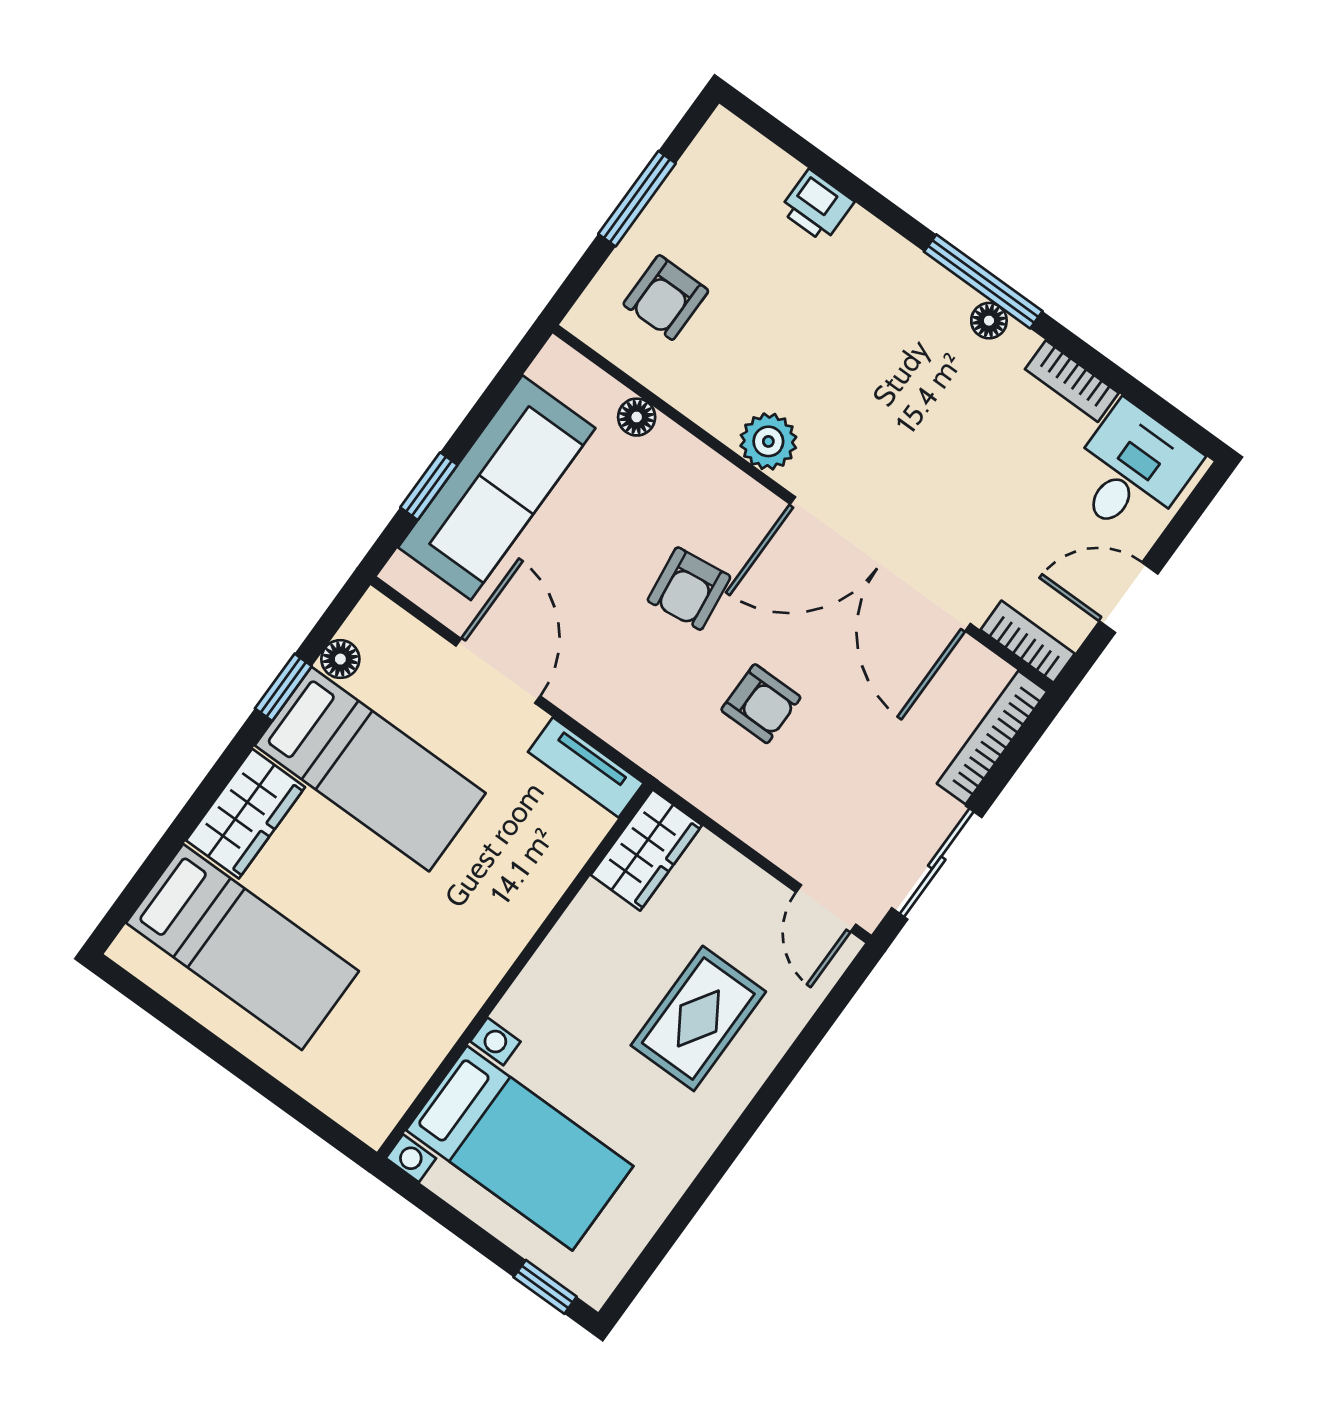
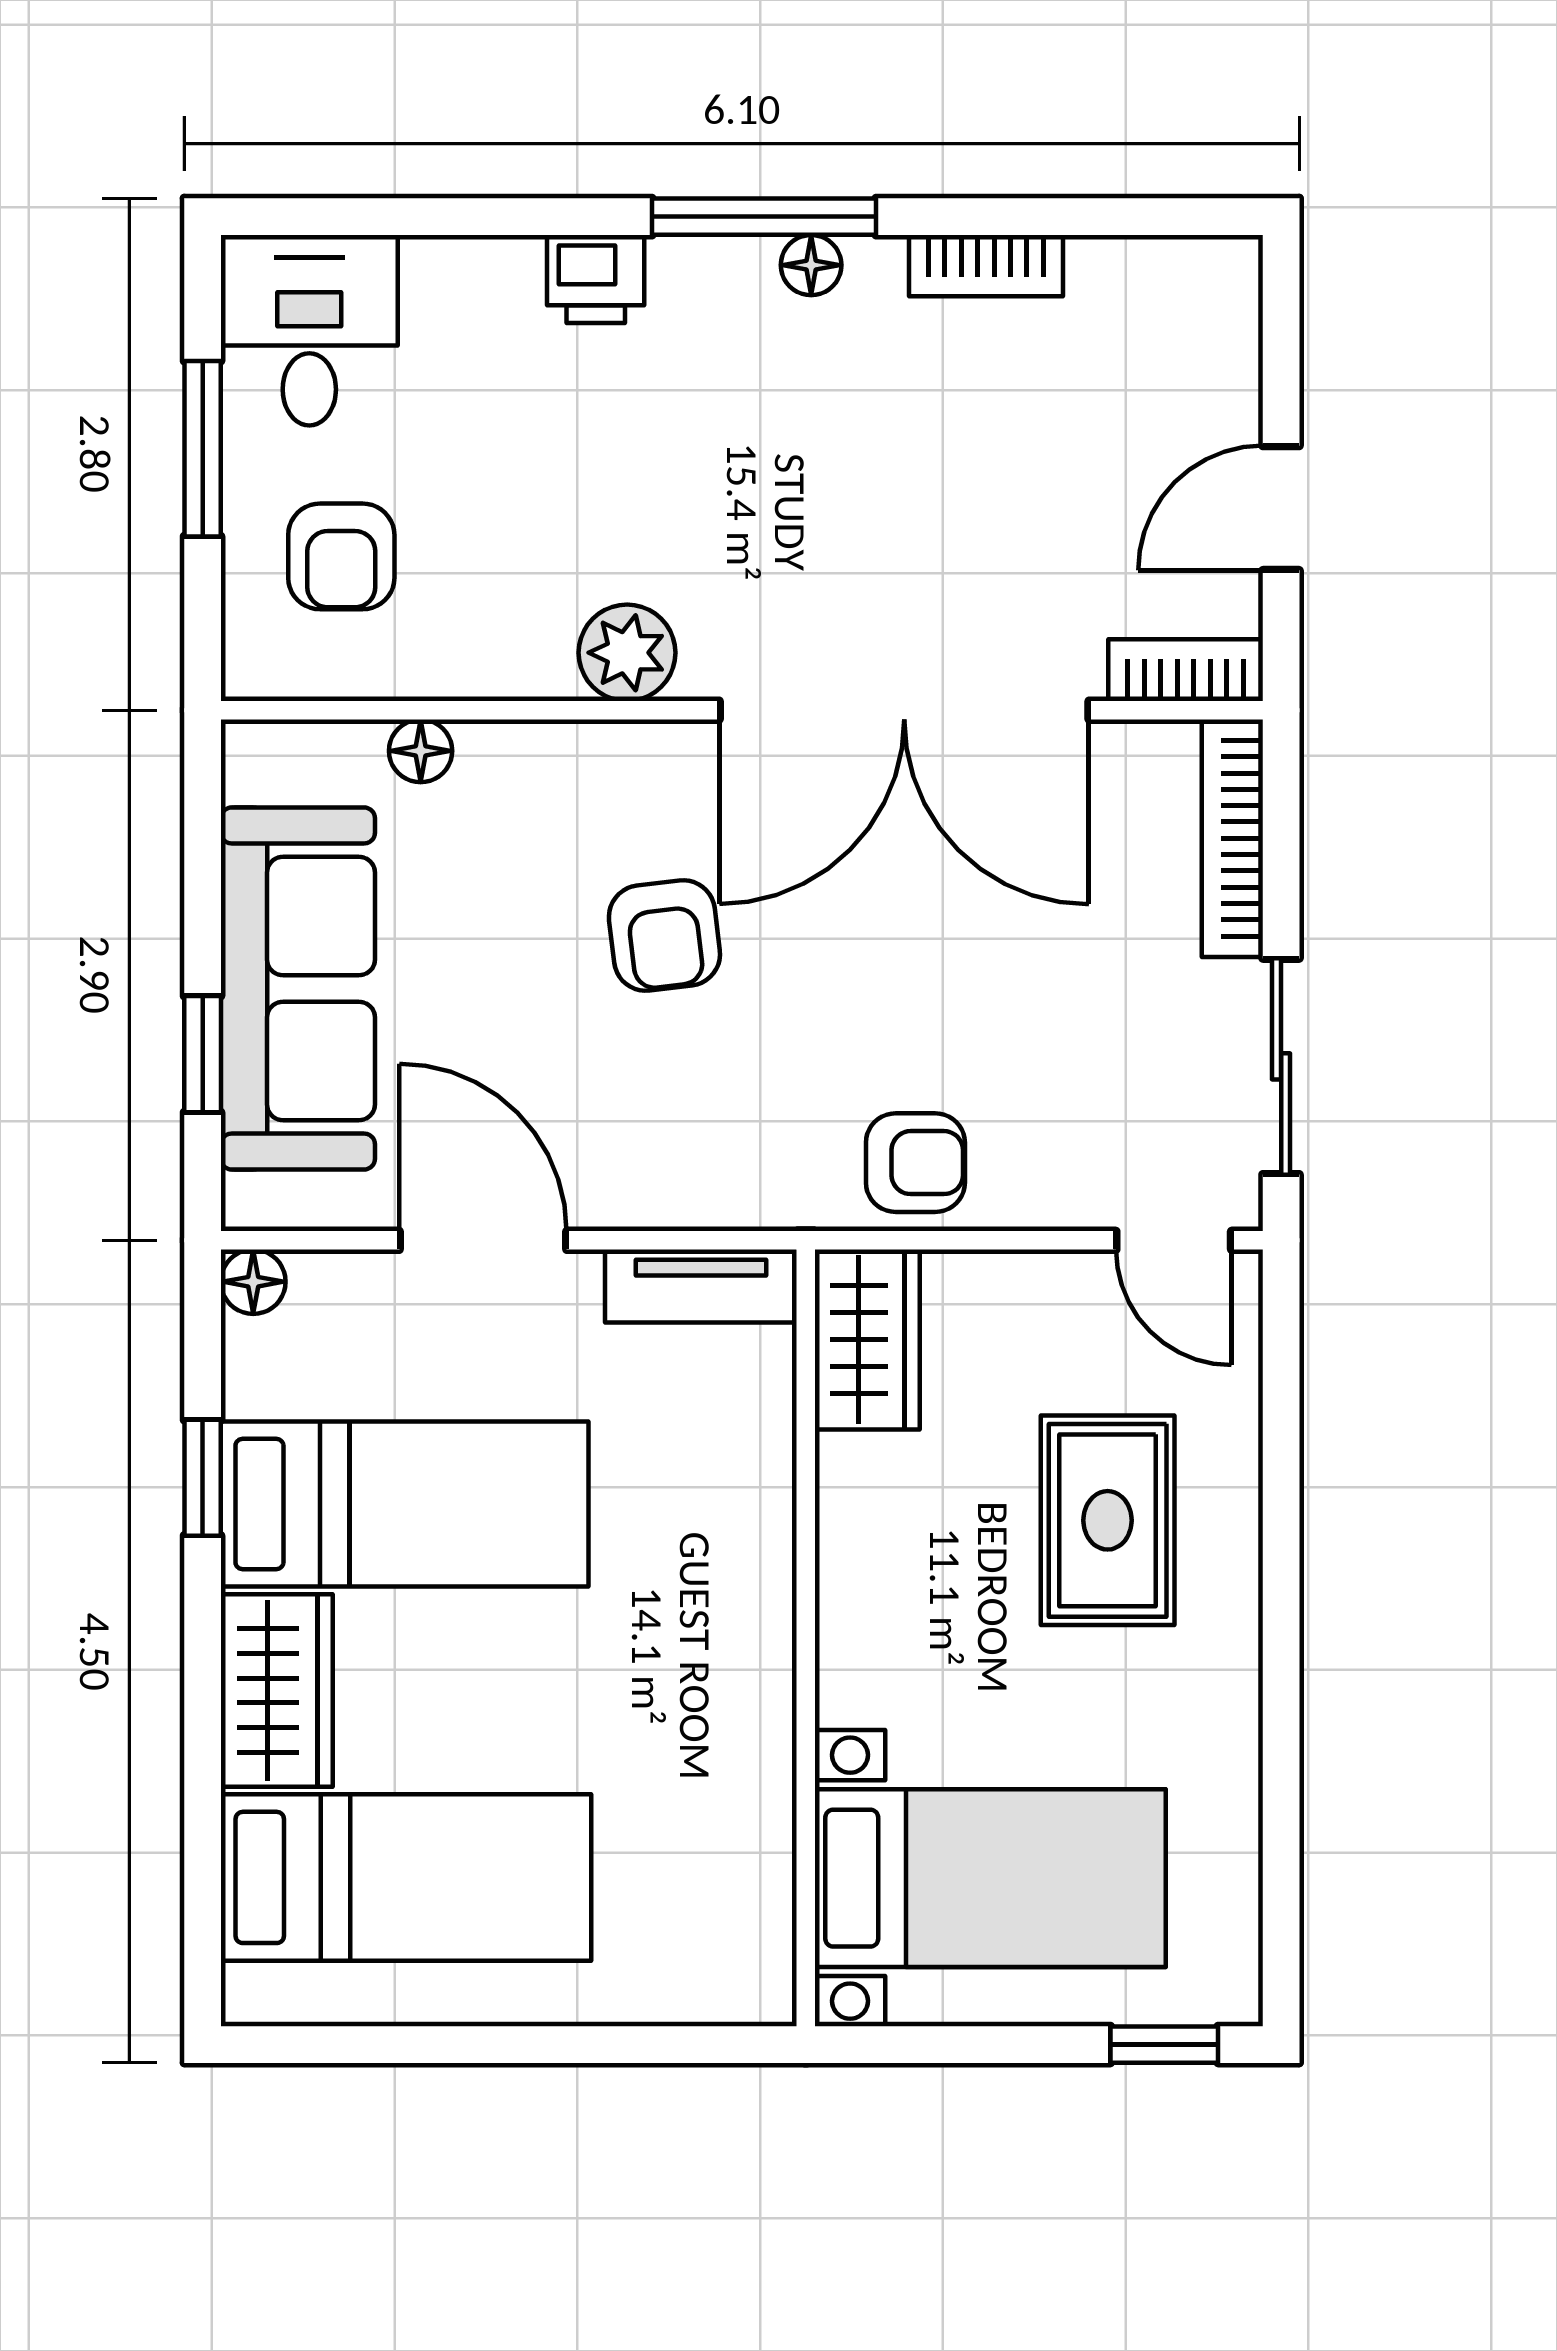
printer: (817, 206) -> (596, 279), moved
desk: (1132, 471) -> (309, 330), moved
floor lamp: (340, 659) -> (253, 1282), moved
armchair: (761, 704) -> (915, 1163), moved

